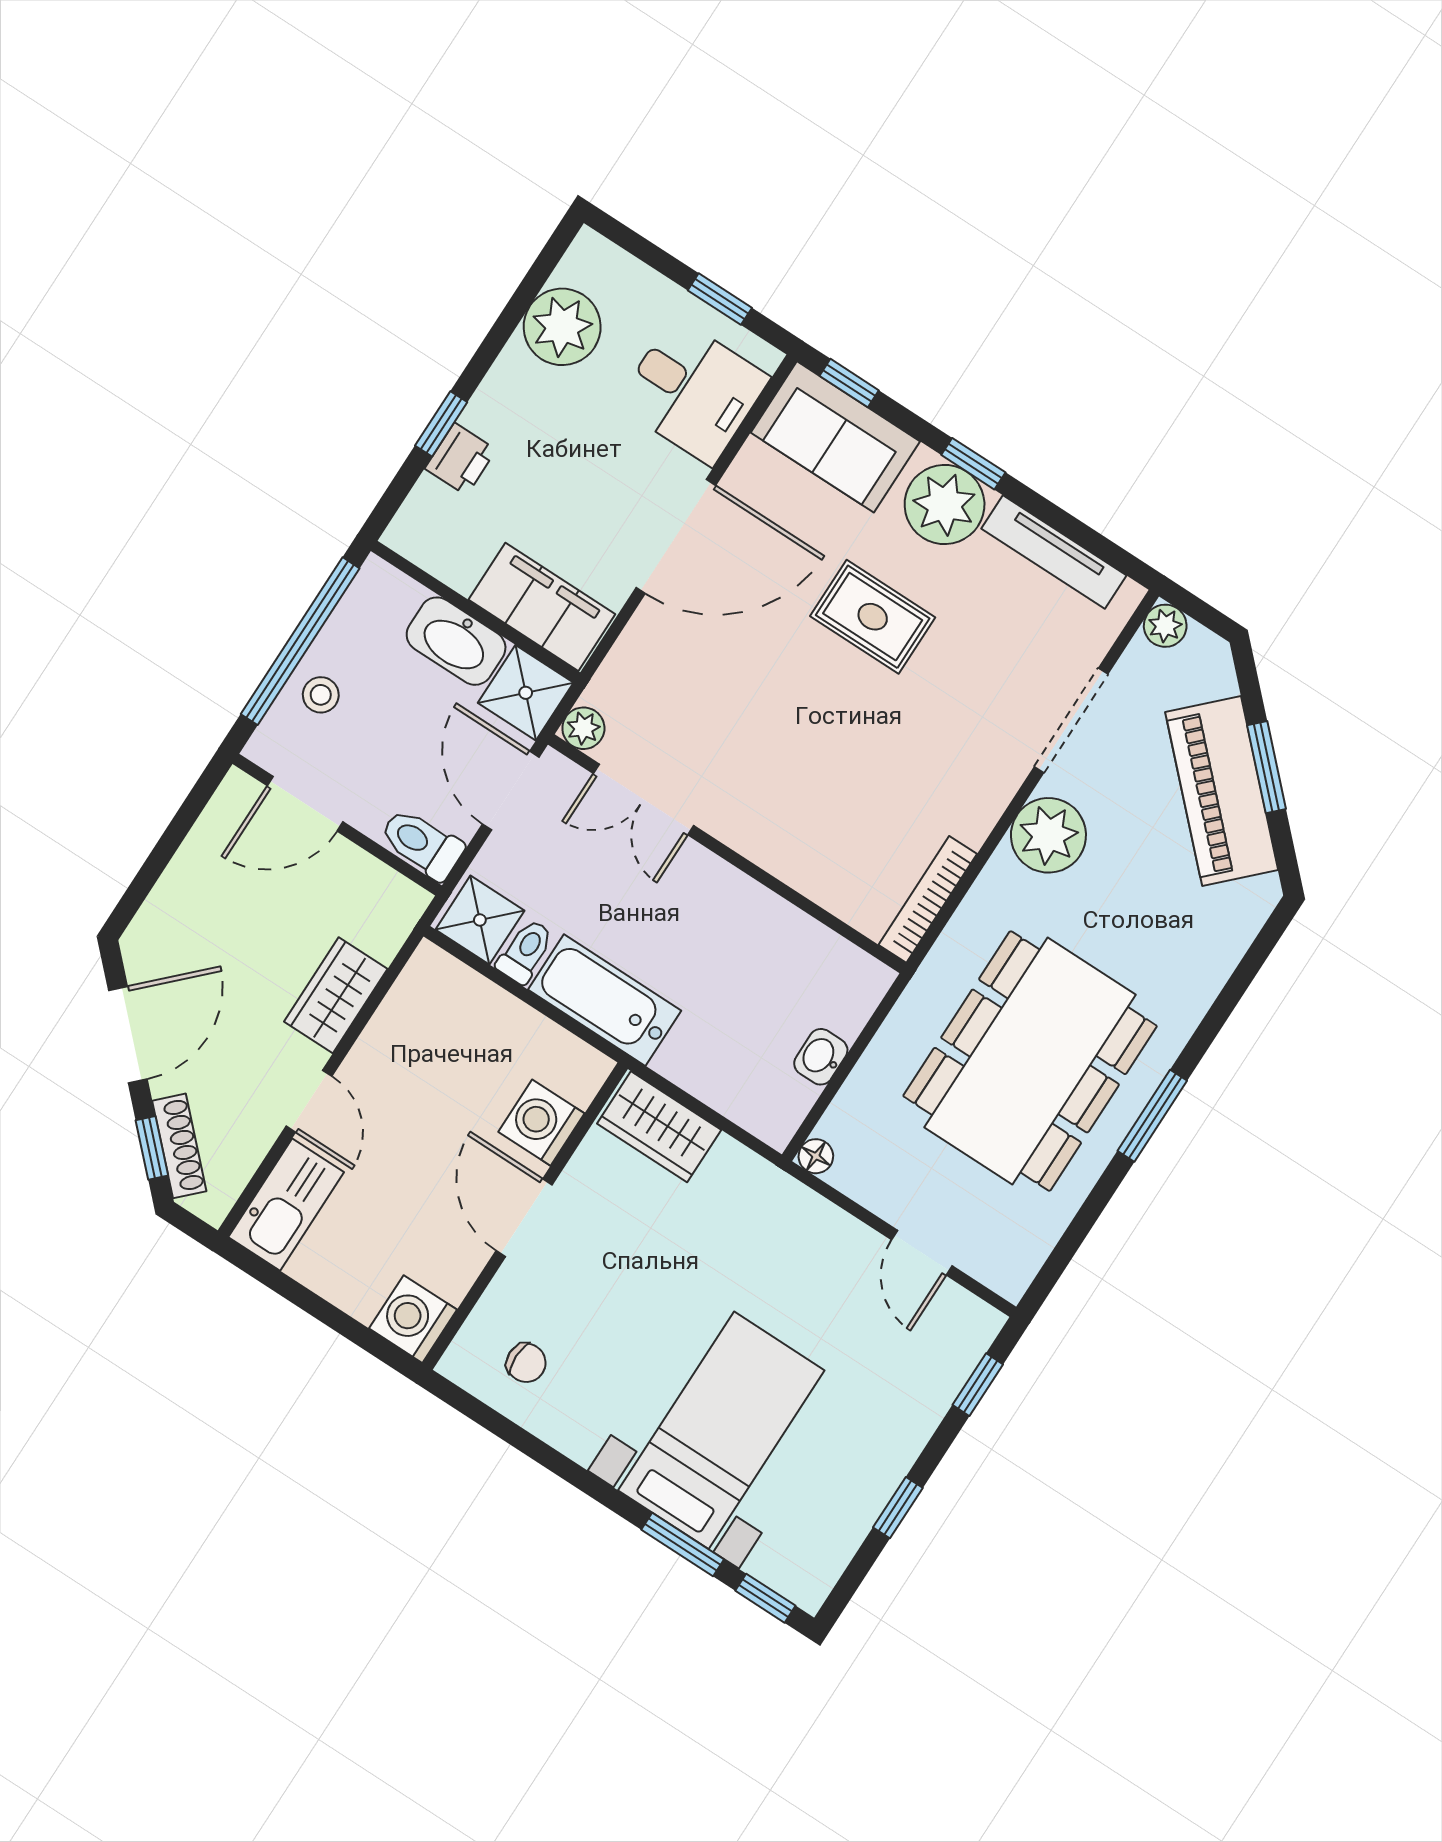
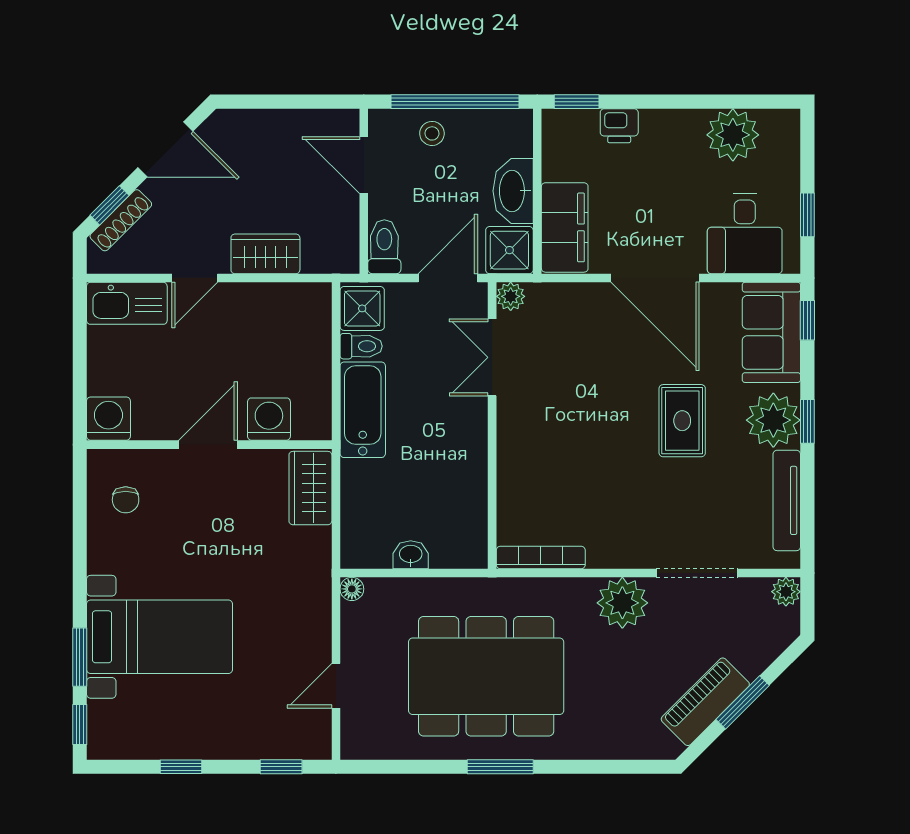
window: (441, 424) -> (577, 102), moved
piano: (1222, 791) -> (705, 702), width x0.73, depth x0.75

